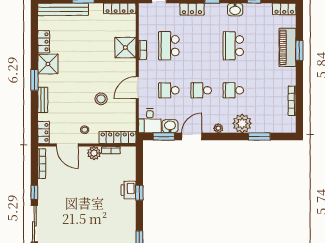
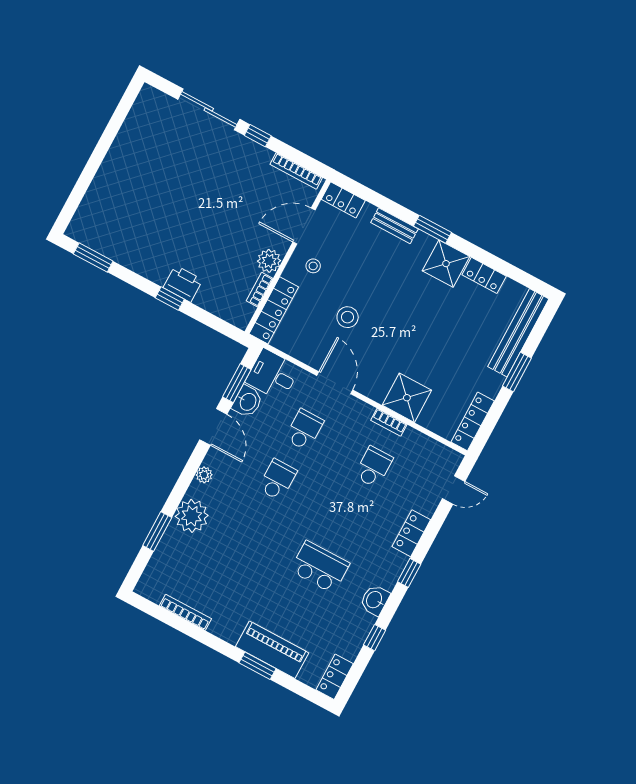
school desk: (169, 46) -> (374, 467), width x0.54
school desk: (233, 90) -> (251, 530), removed

